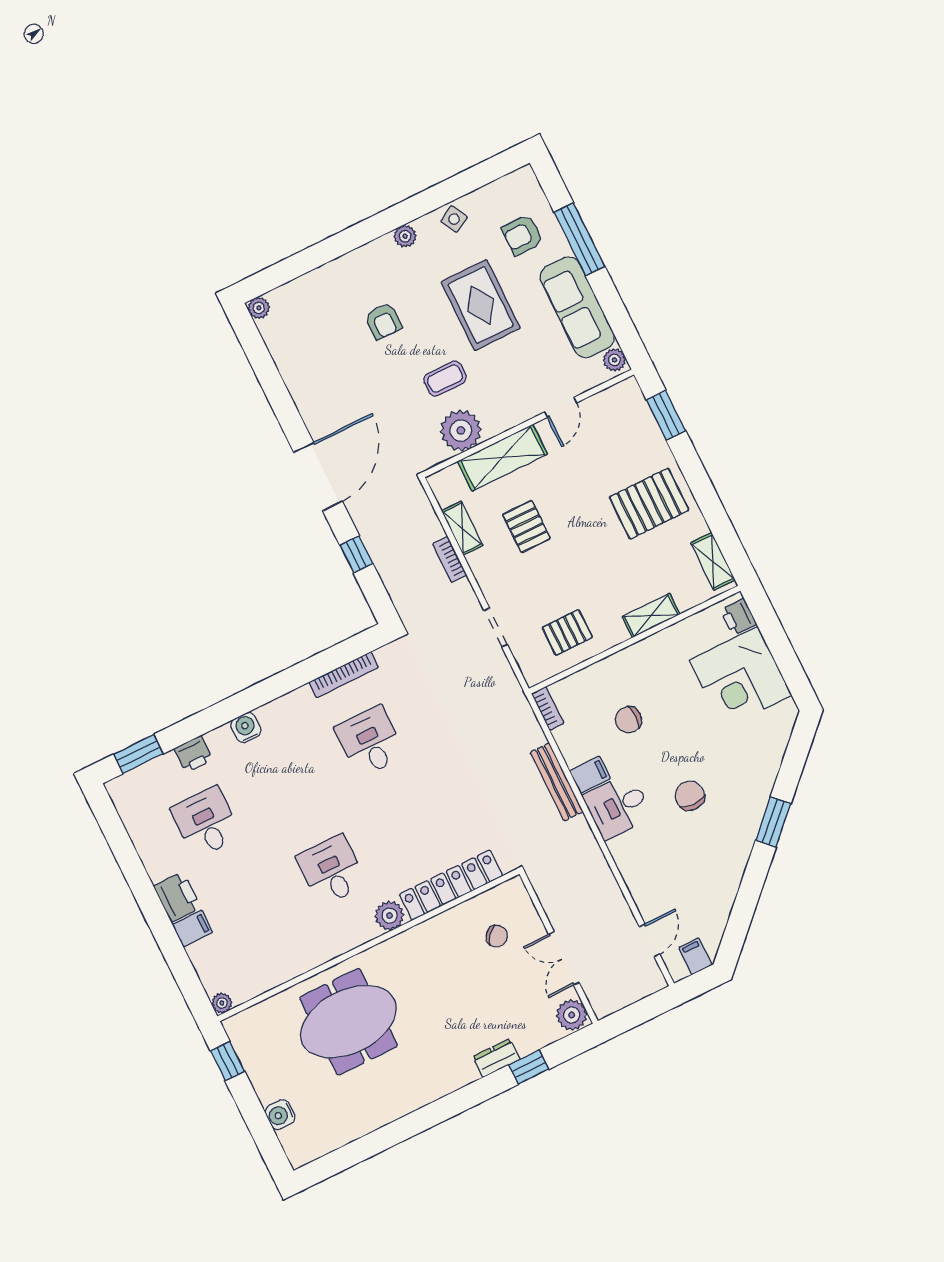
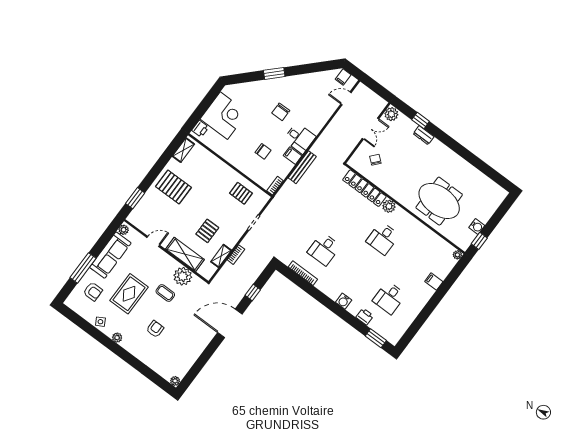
shelving: (651, 615) -> (217, 164), removed
printer: (177, 897) -> (424, 294), removed
water cooler: (280, 1115) -> (477, 227), moved

